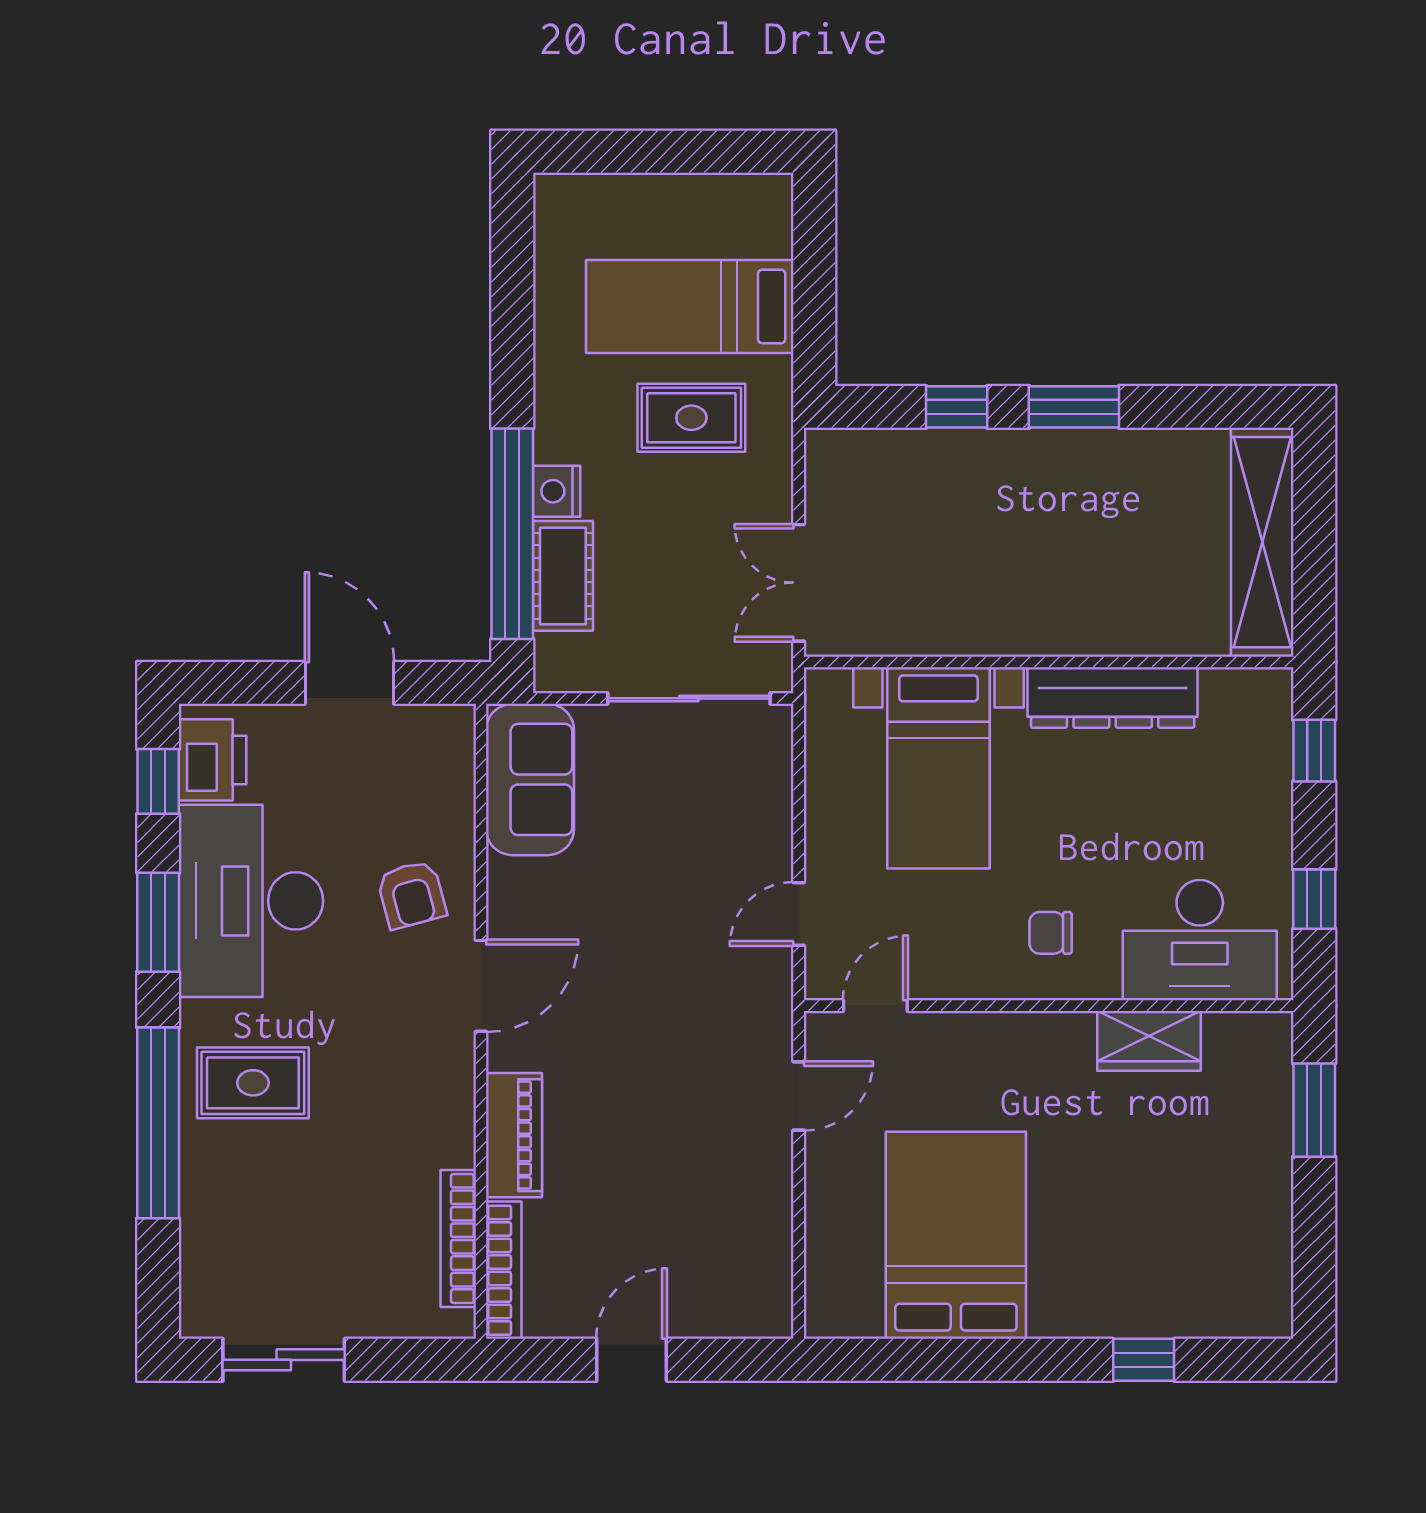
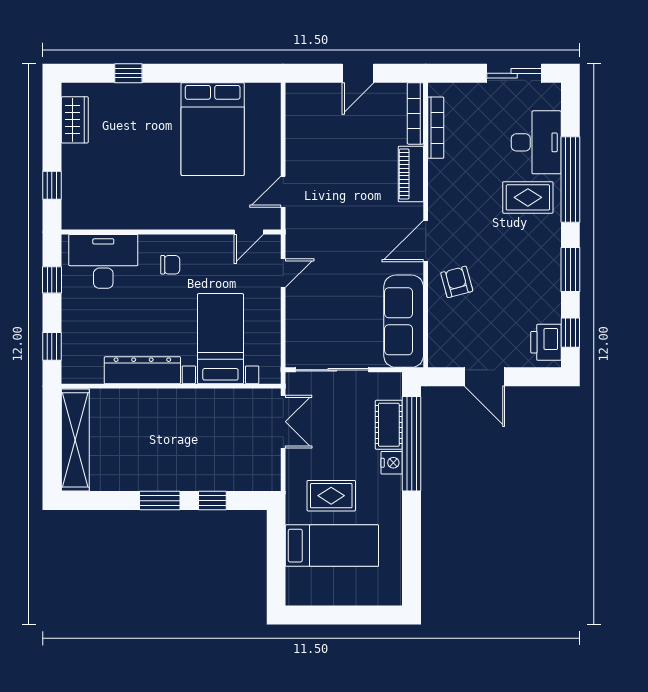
sofa: (530, 779) -> (404, 321), width x1.36
desk: (251, 901) -> (536, 142), moved, width x0.73, depth x0.77
wardrobe: (1149, 1041) -> (75, 120), moved, turned 90
window: (1314, 1110) -> (52, 185), width x0.67

